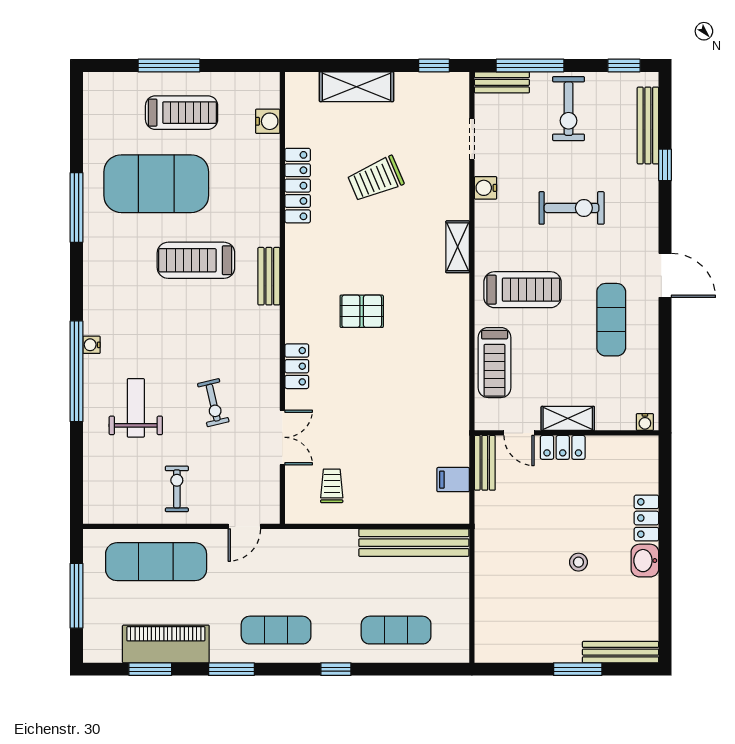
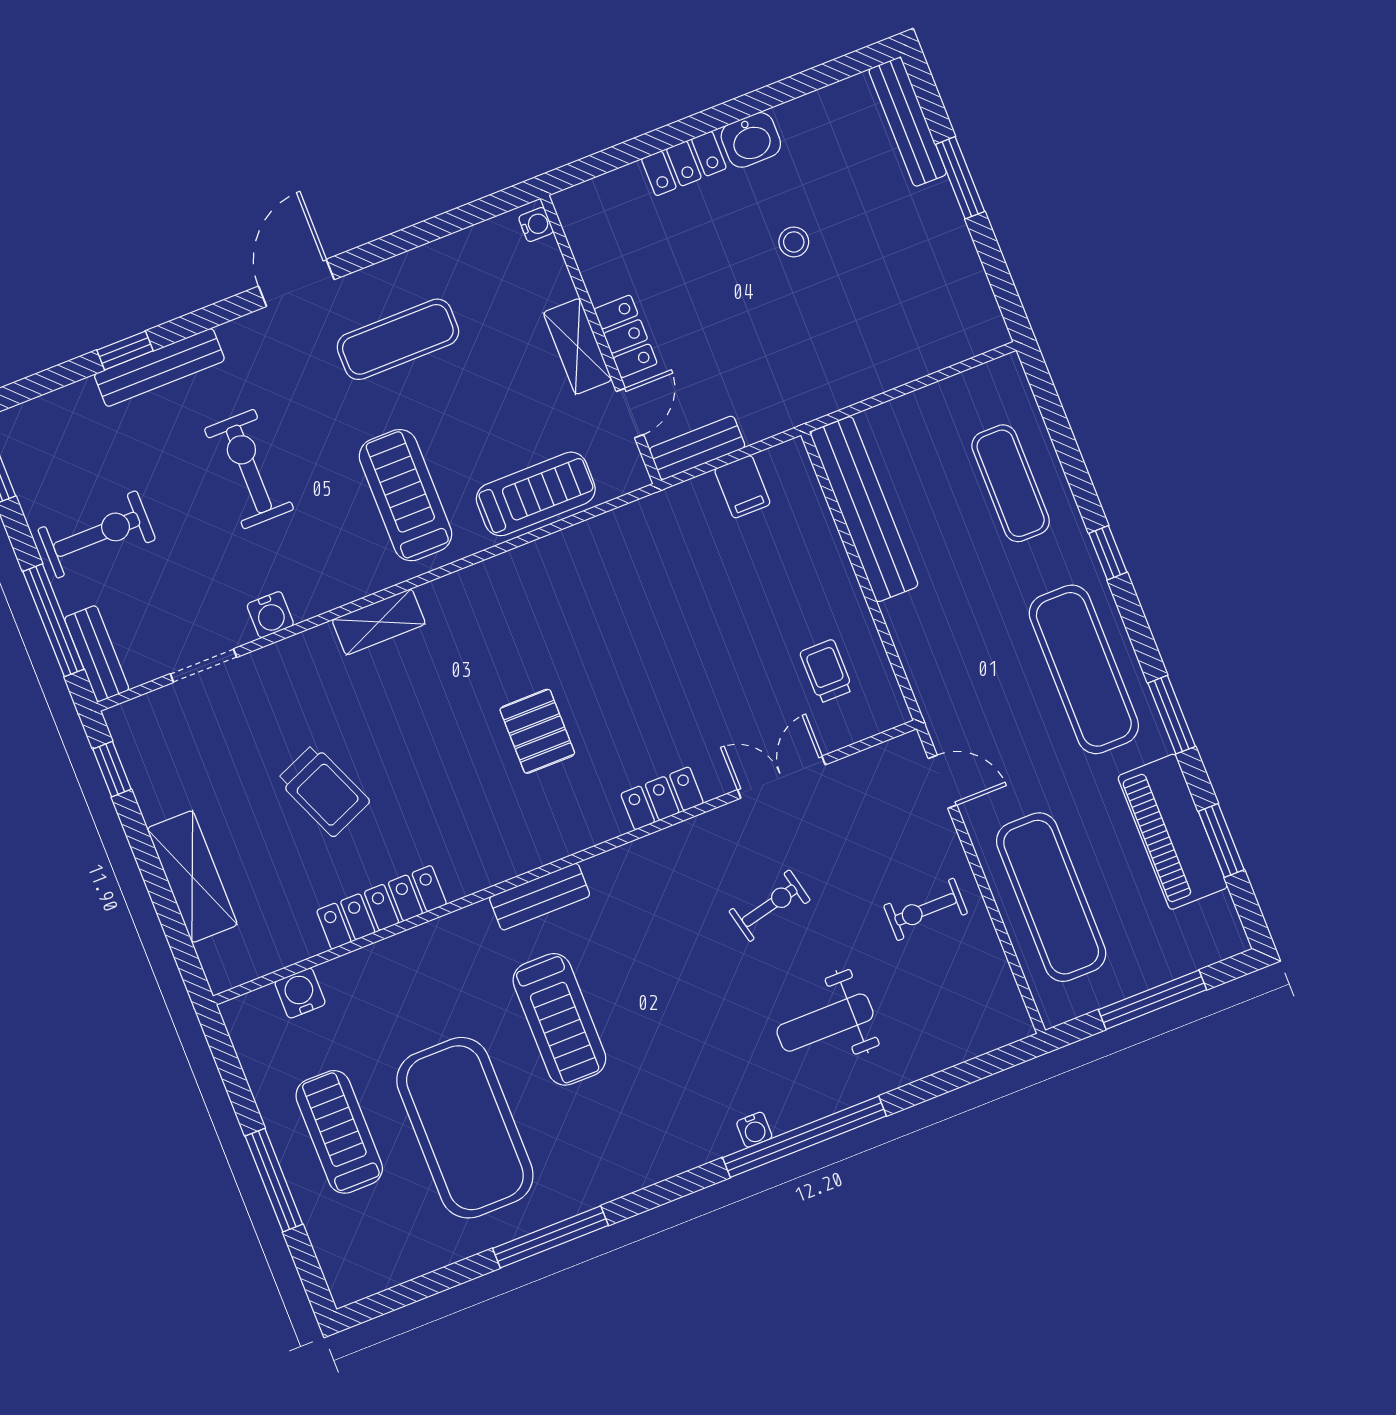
bench: (648, 125) -> (159, 367), moved
trolley: (332, 486) -> (826, 671), turned 90
exercise mat: (276, 630) -> (1084, 669), width x1.36, depth x1.45

